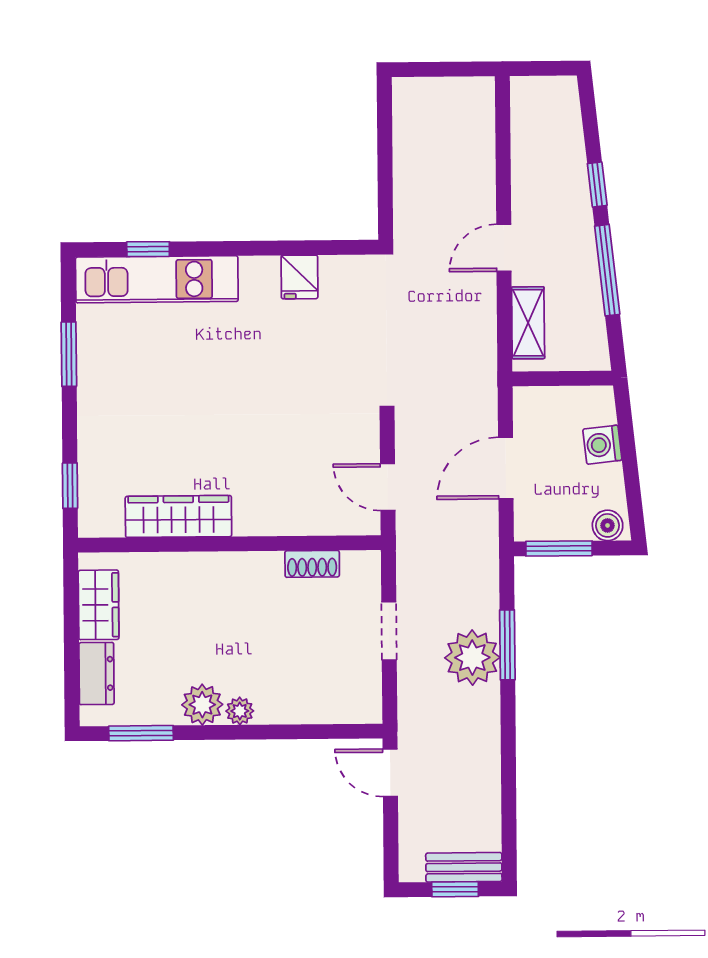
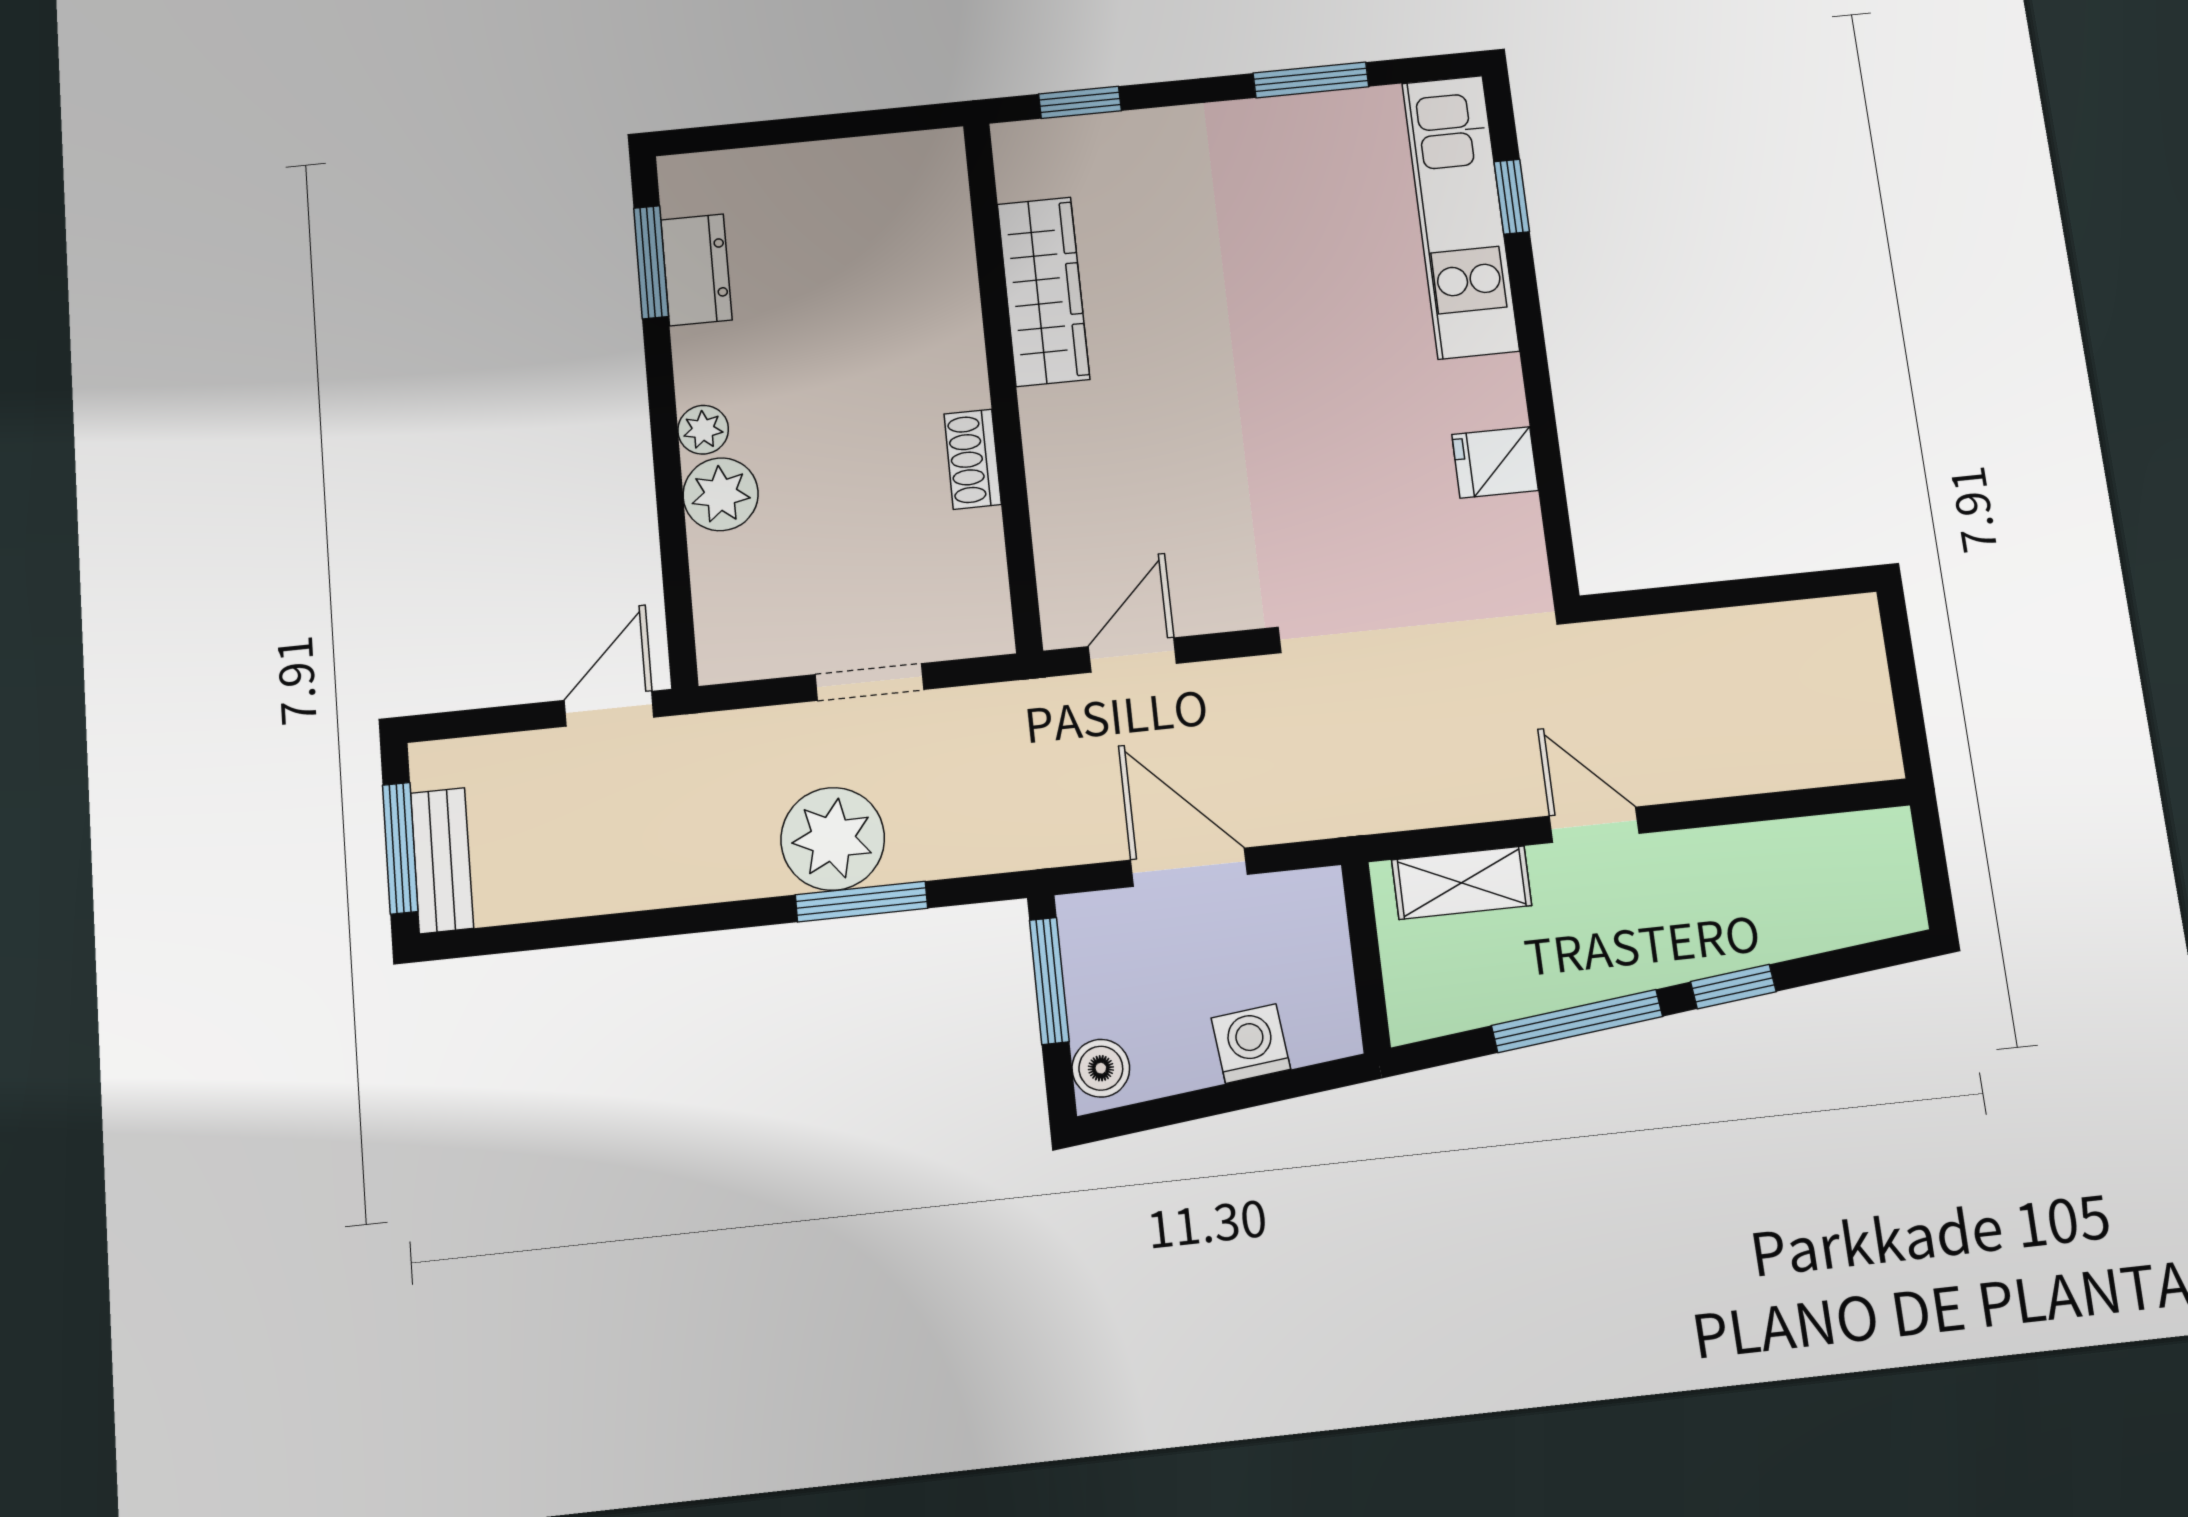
shoe rack: (312, 564) -> (973, 459), moved
wardrobe: (99, 605) -> (874, 169), removed
dresser: (97, 674) -> (696, 270), moved, turned -90
plant: (202, 705) -> (721, 494), moved
window: (455, 889) -> (400, 848), width x1.50

